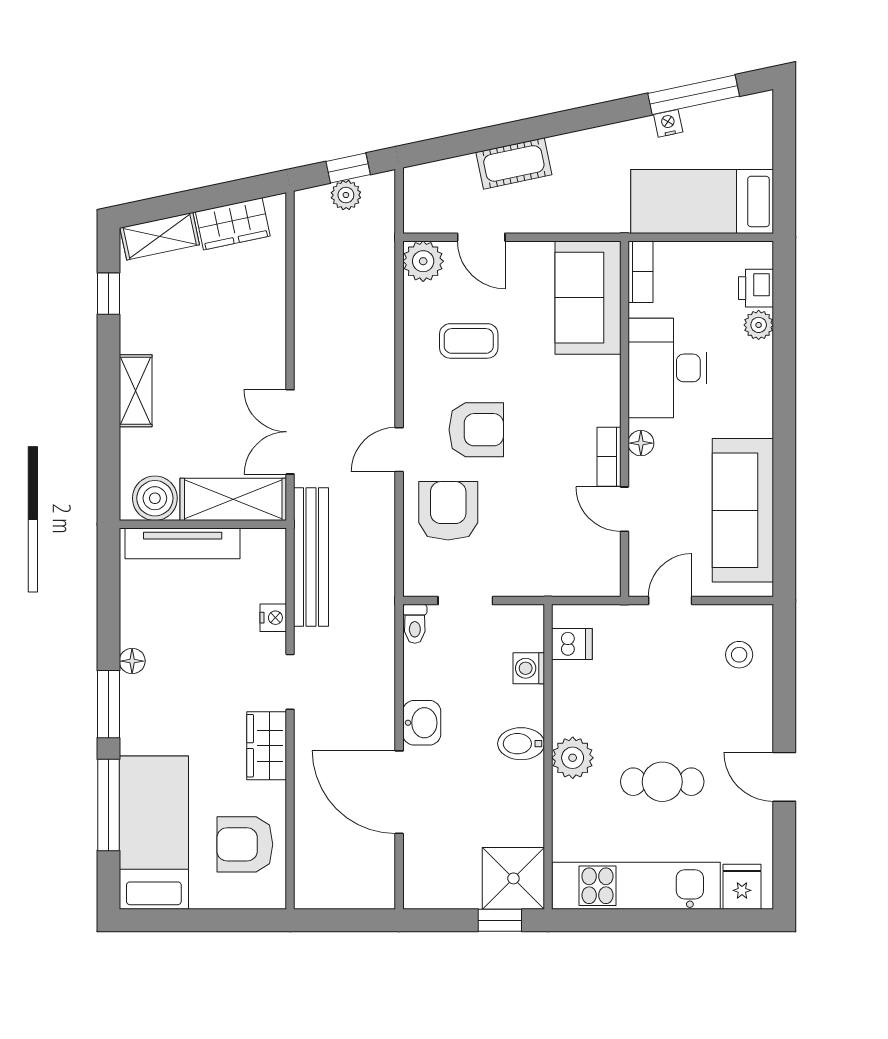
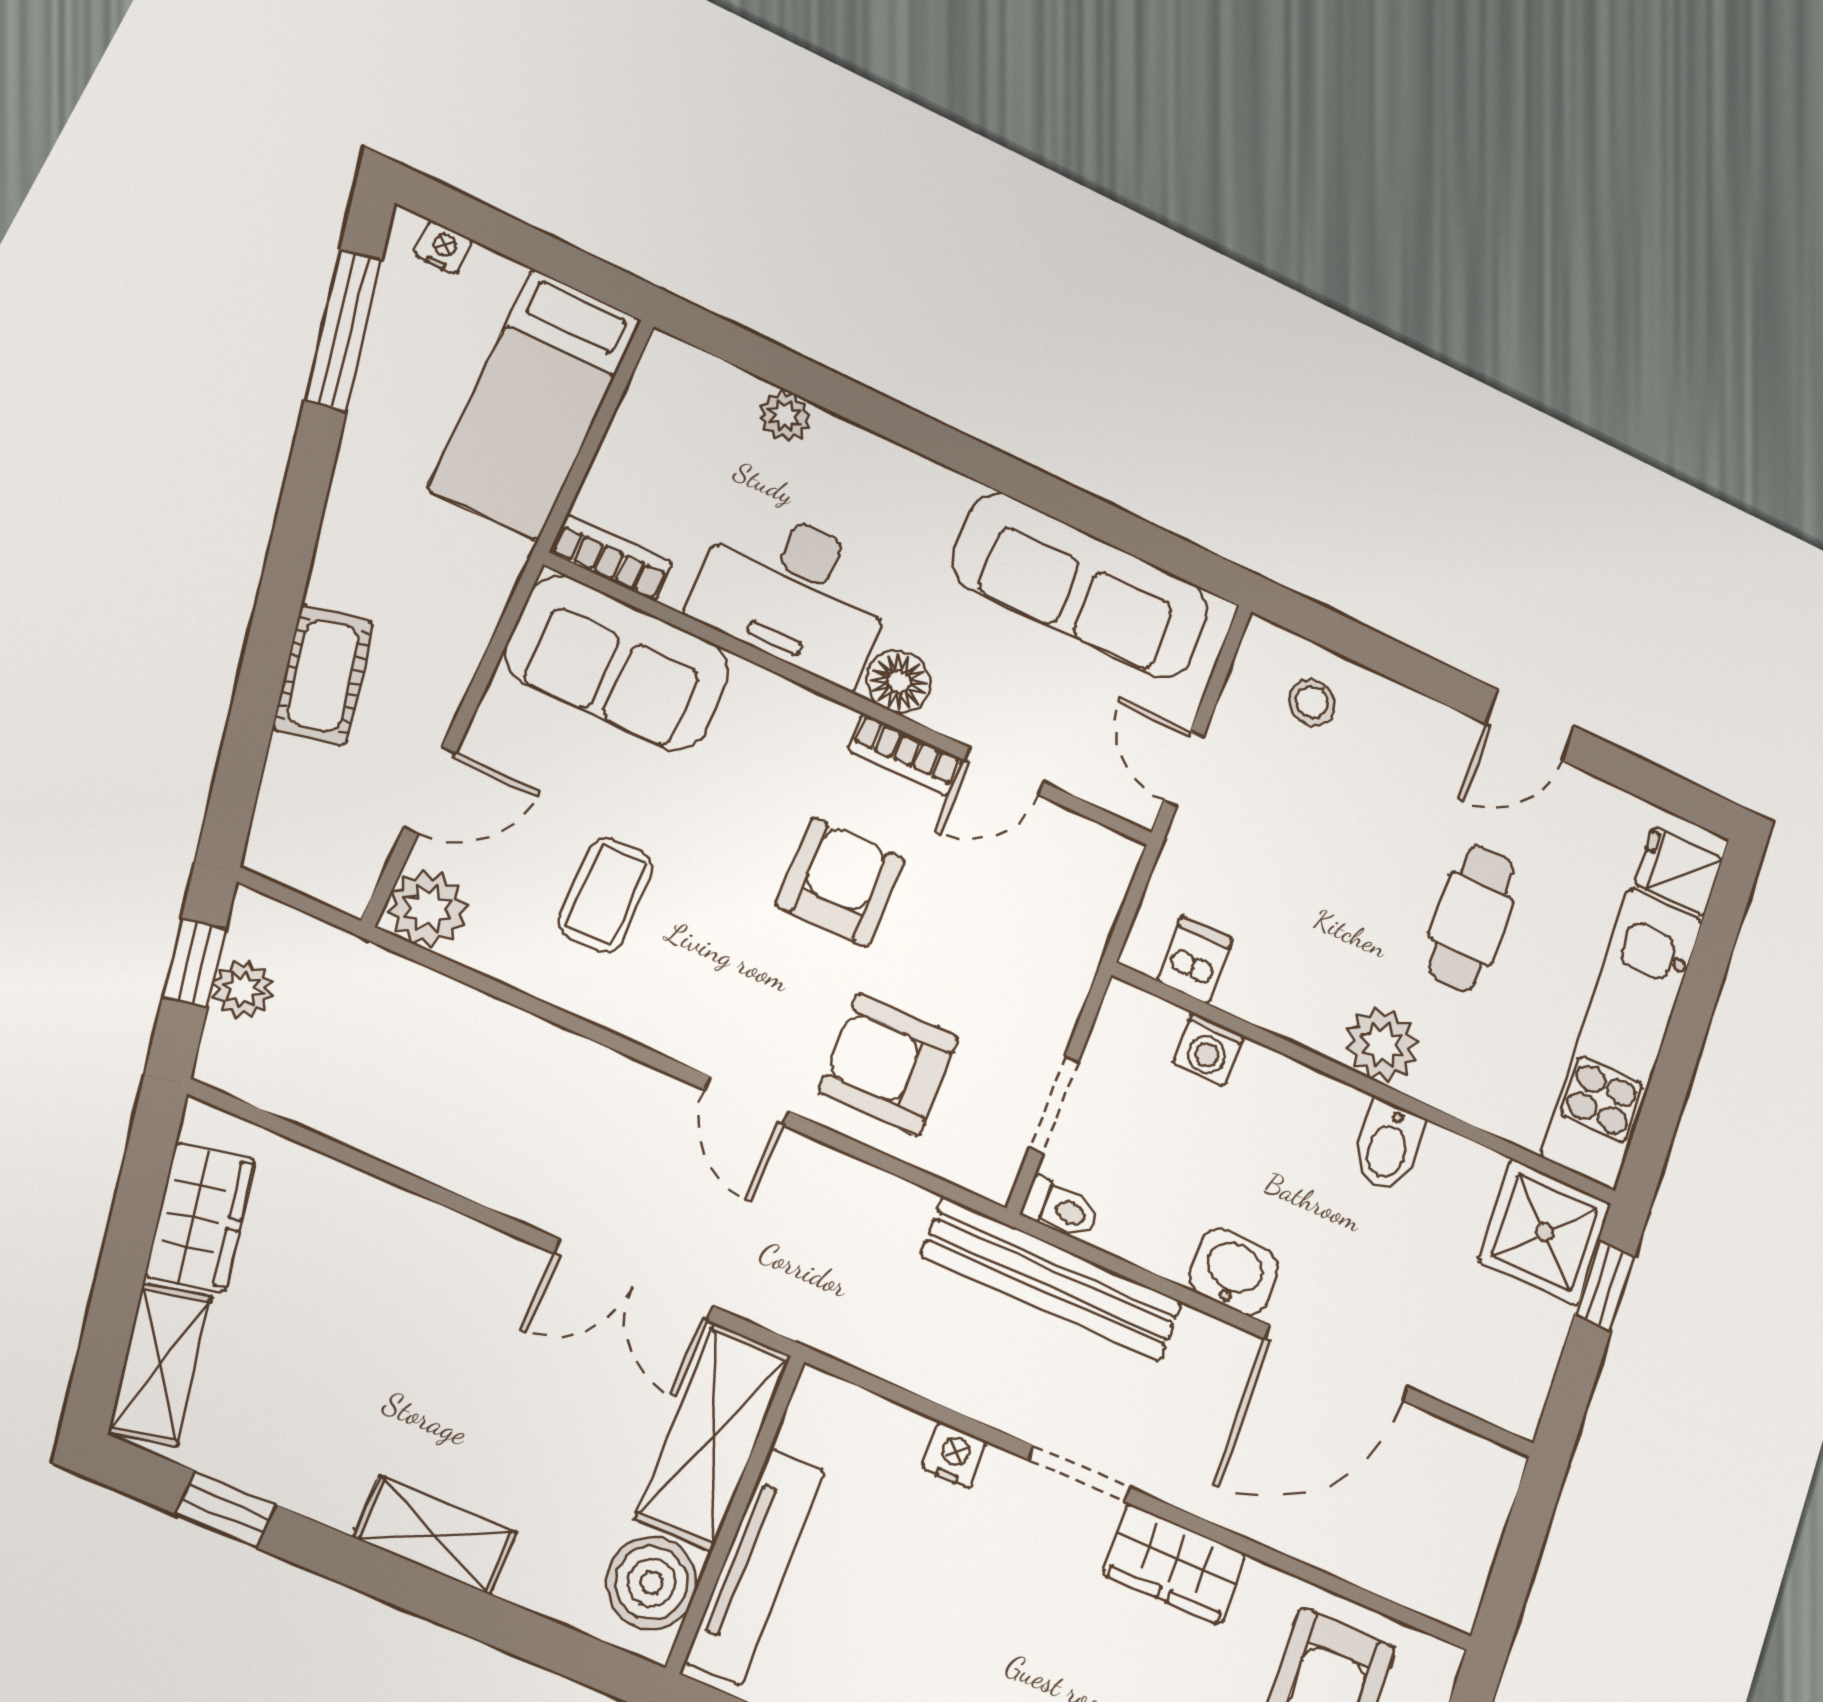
nightstand: (668, 123) -> (443, 248), moved, turned 102
printer: (756, 288) -> (721, 390), removed
armchair: (476, 430) -> (840, 882), moved
floor lamp: (641, 443) -> (899, 682), width x1.37, depth x1.37
bench: (311, 557) -> (1052, 1279), moved
bidet: (521, 744) -> (1388, 1146), moved

